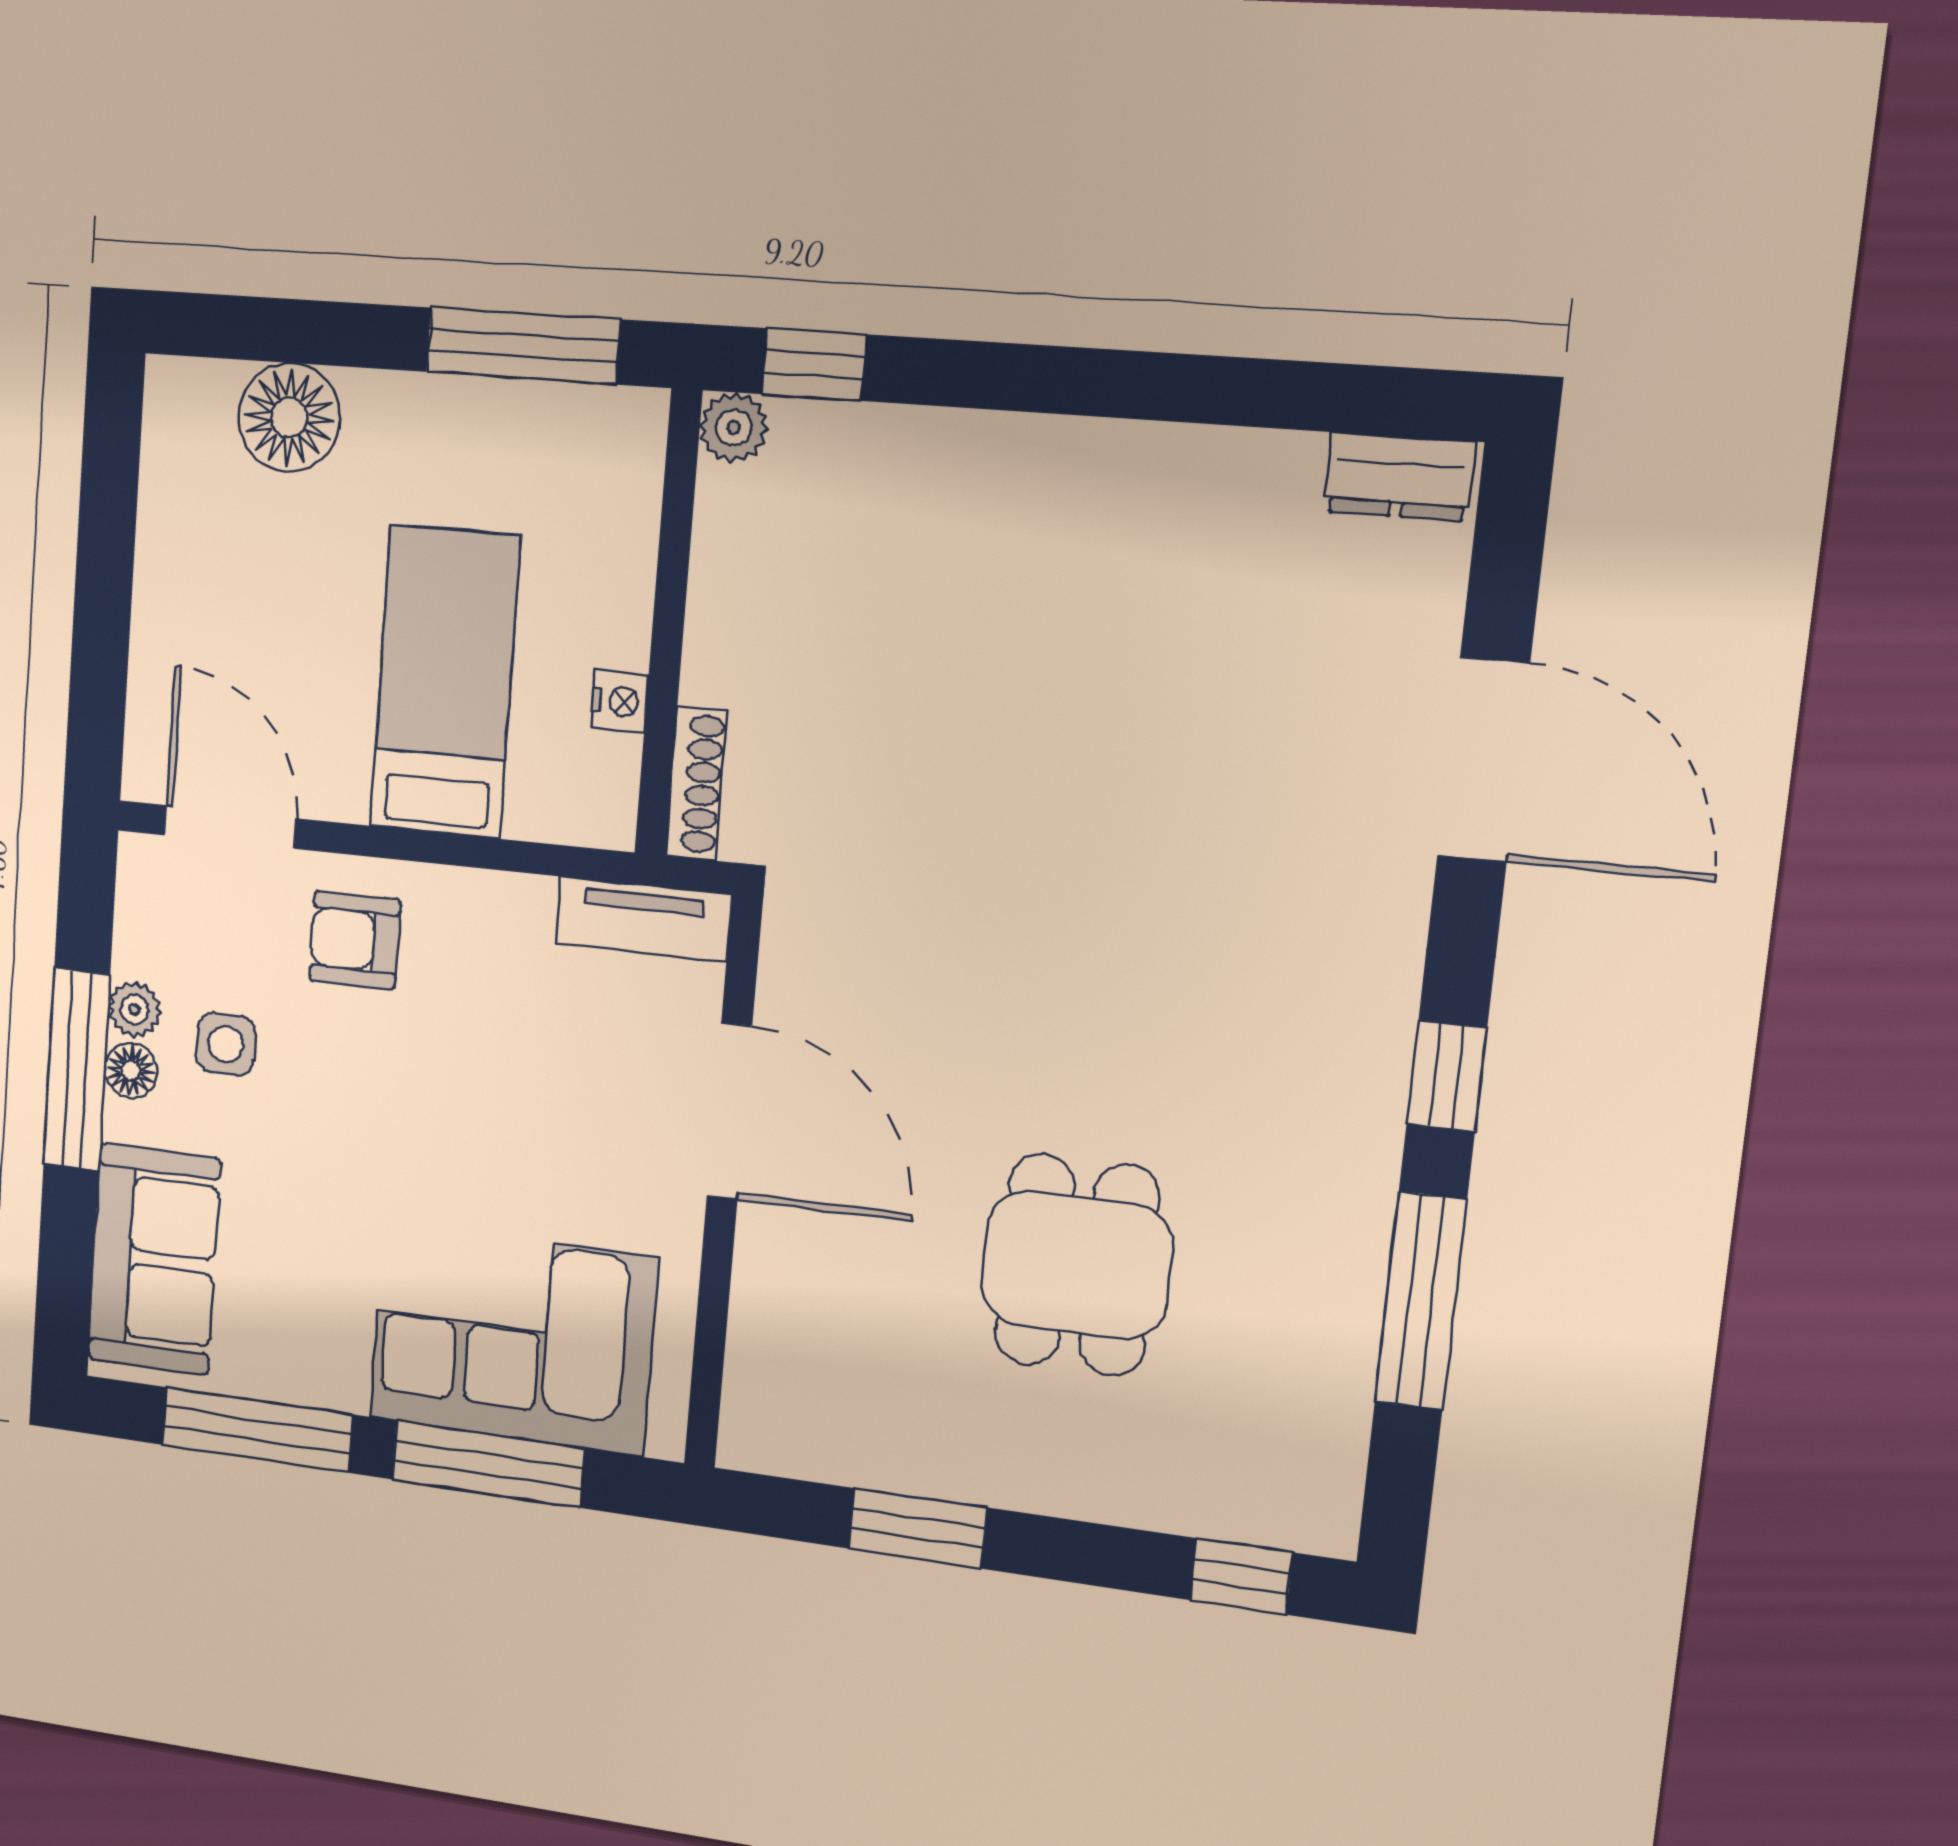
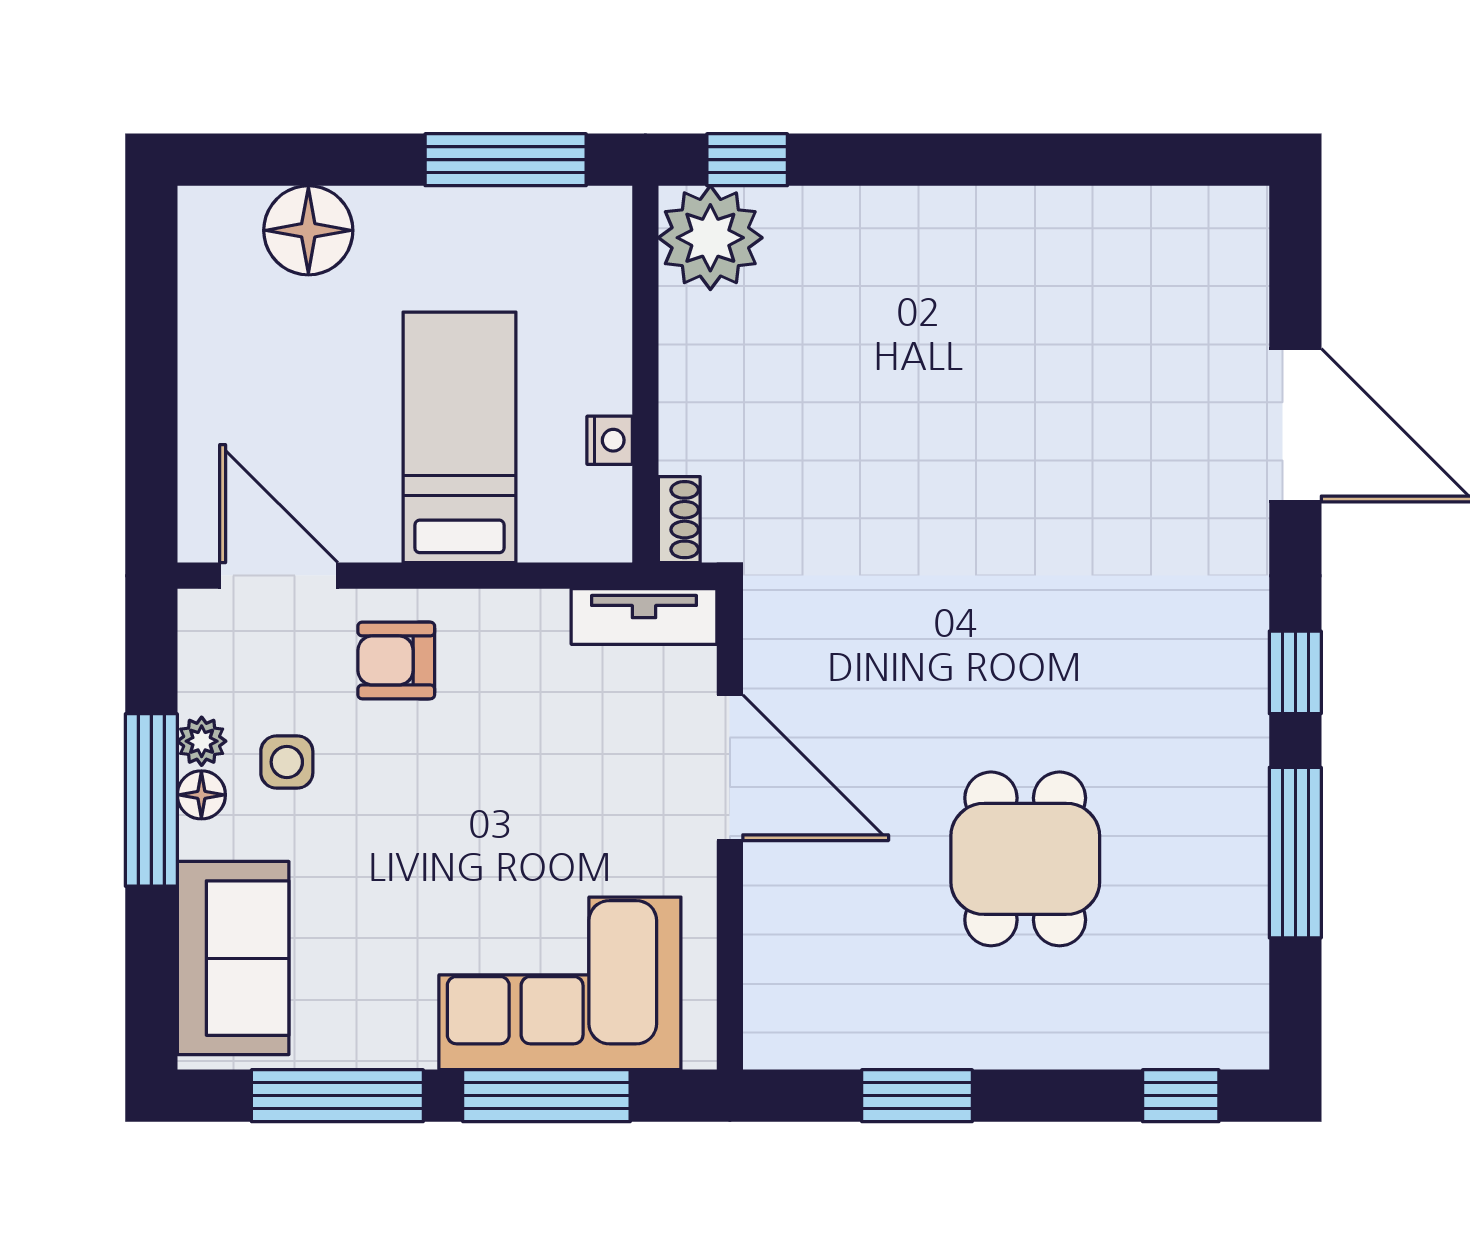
plant: (734, 427) -> (710, 238), width x1.88, depth x1.88
dresser: (1399, 477) -> (1209, 216), removed
shoe rack: (696, 783) -> (679, 520), width x0.70

